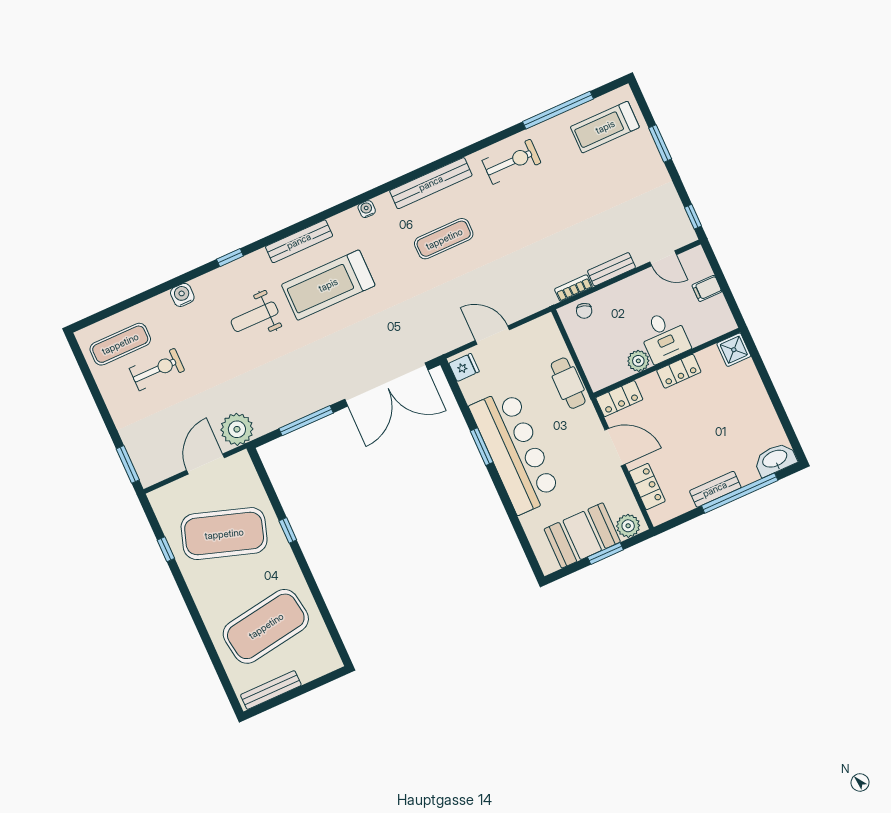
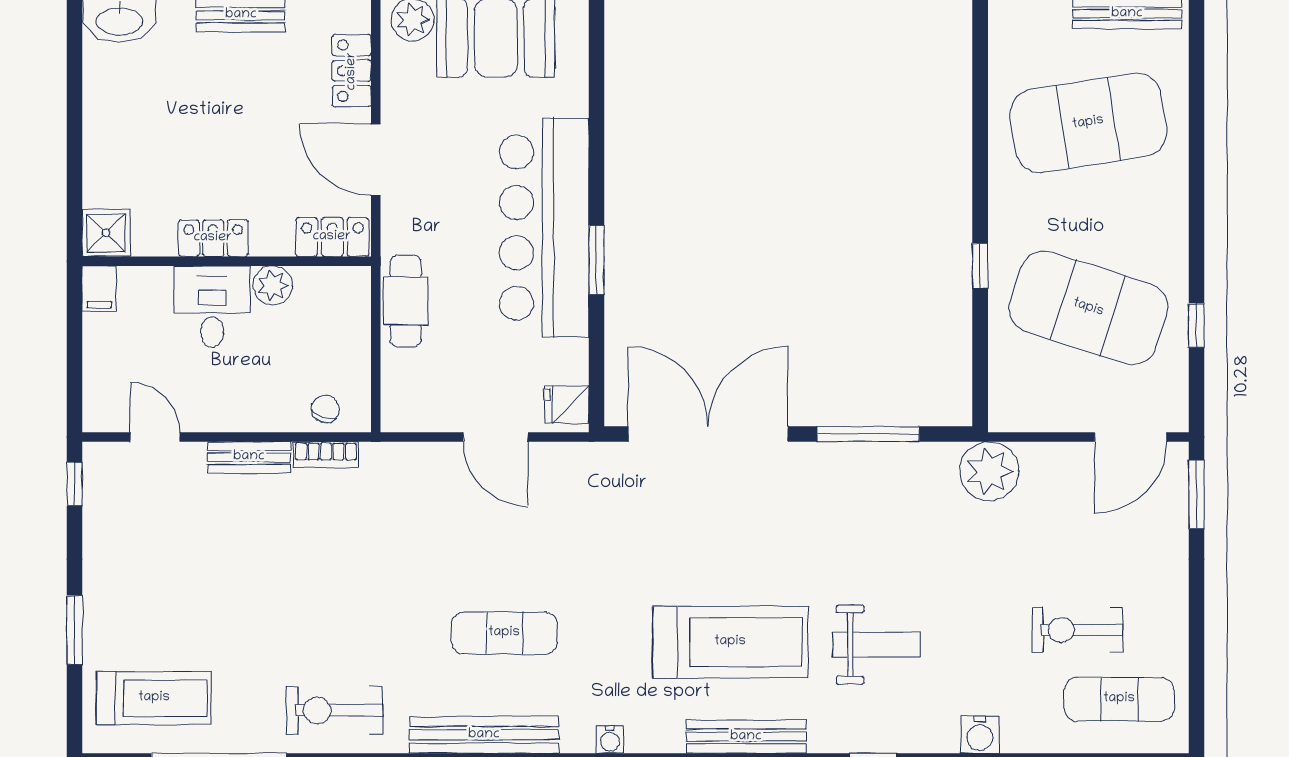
filing cabinet: (707, 288) -> (99, 289), moved, turned 90
door: (205, 464) -> (1131, 437), moved

